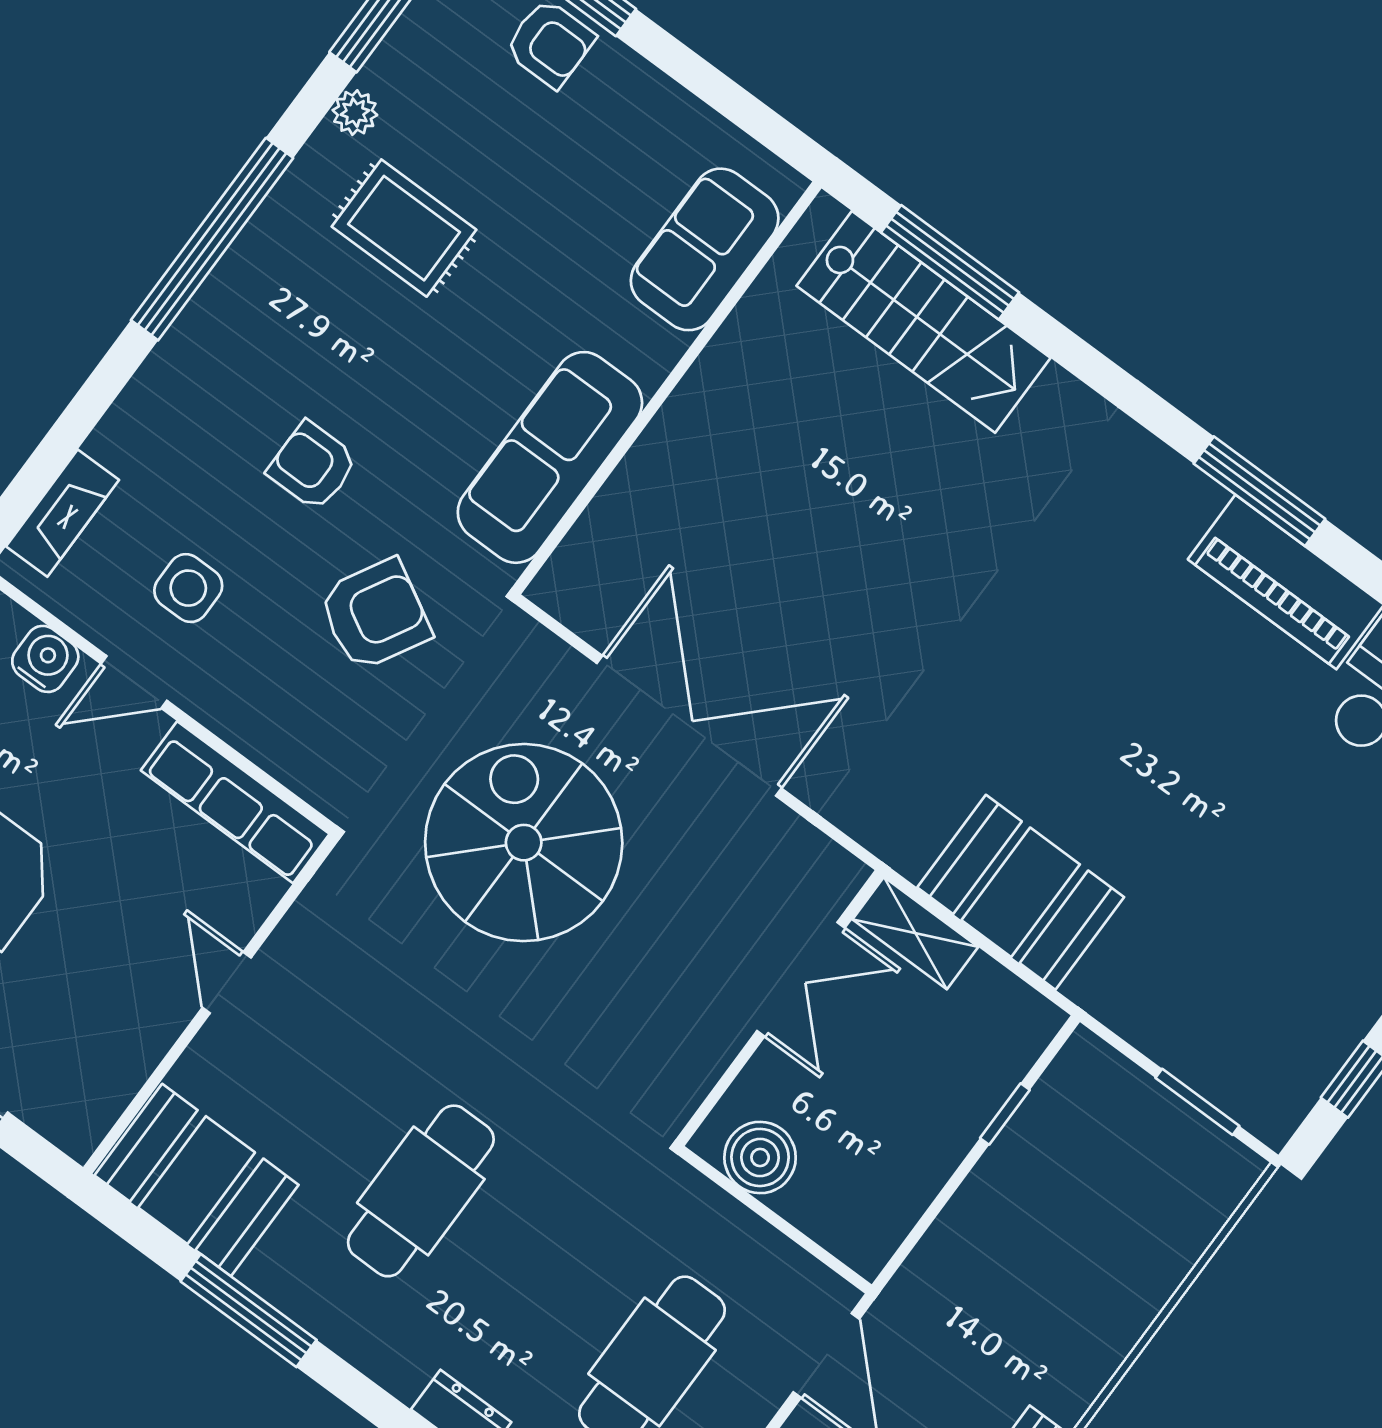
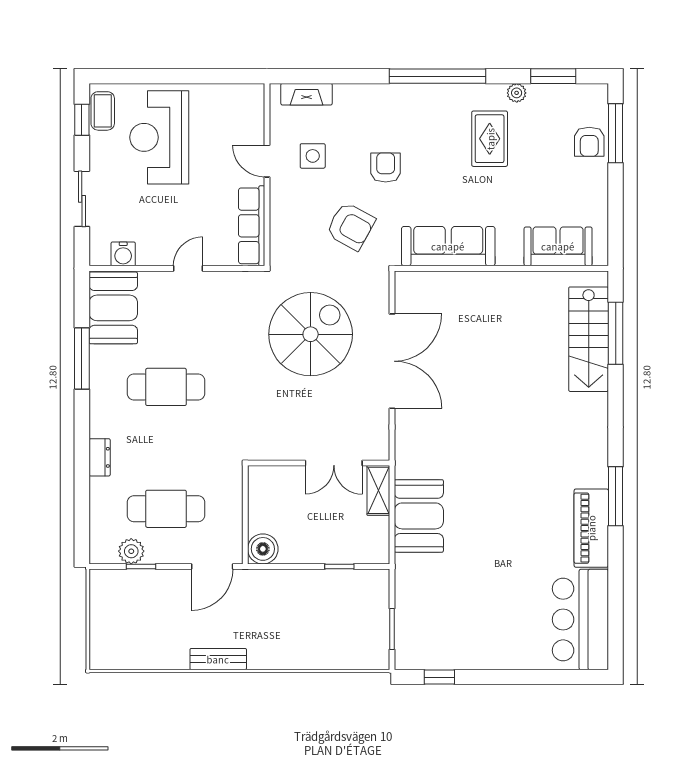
water cooler: (45, 659) -> (123, 254), moved, turned 90
boiler: (760, 1157) -> (263, 549), moved

